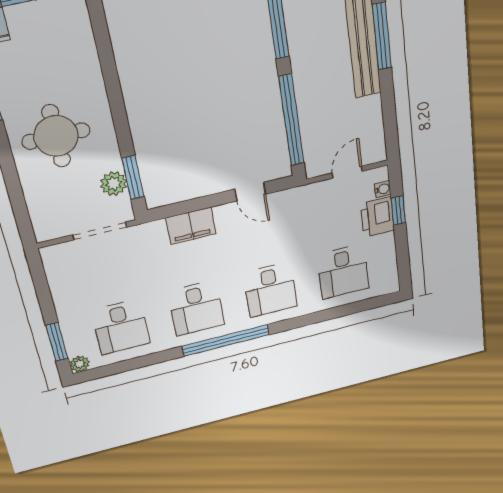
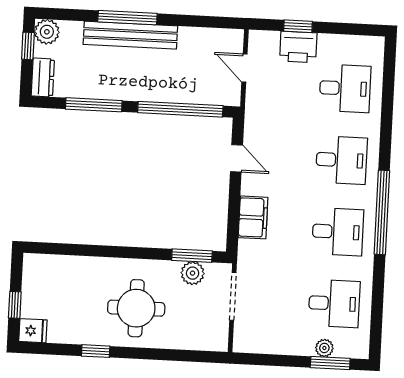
water cooler: (383, 189) -> (272, 38), removed
door: (250, 192) -> (236, 158), hinge flipped
plant: (80, 364) -> (324, 348), moved

